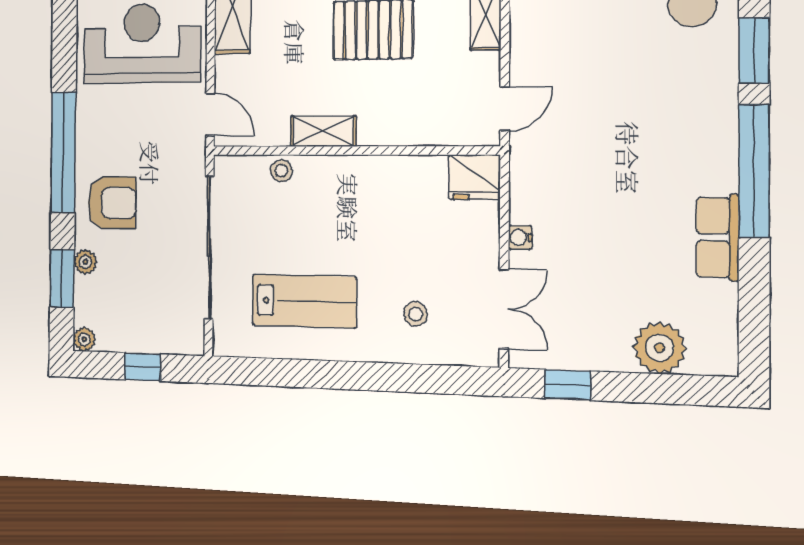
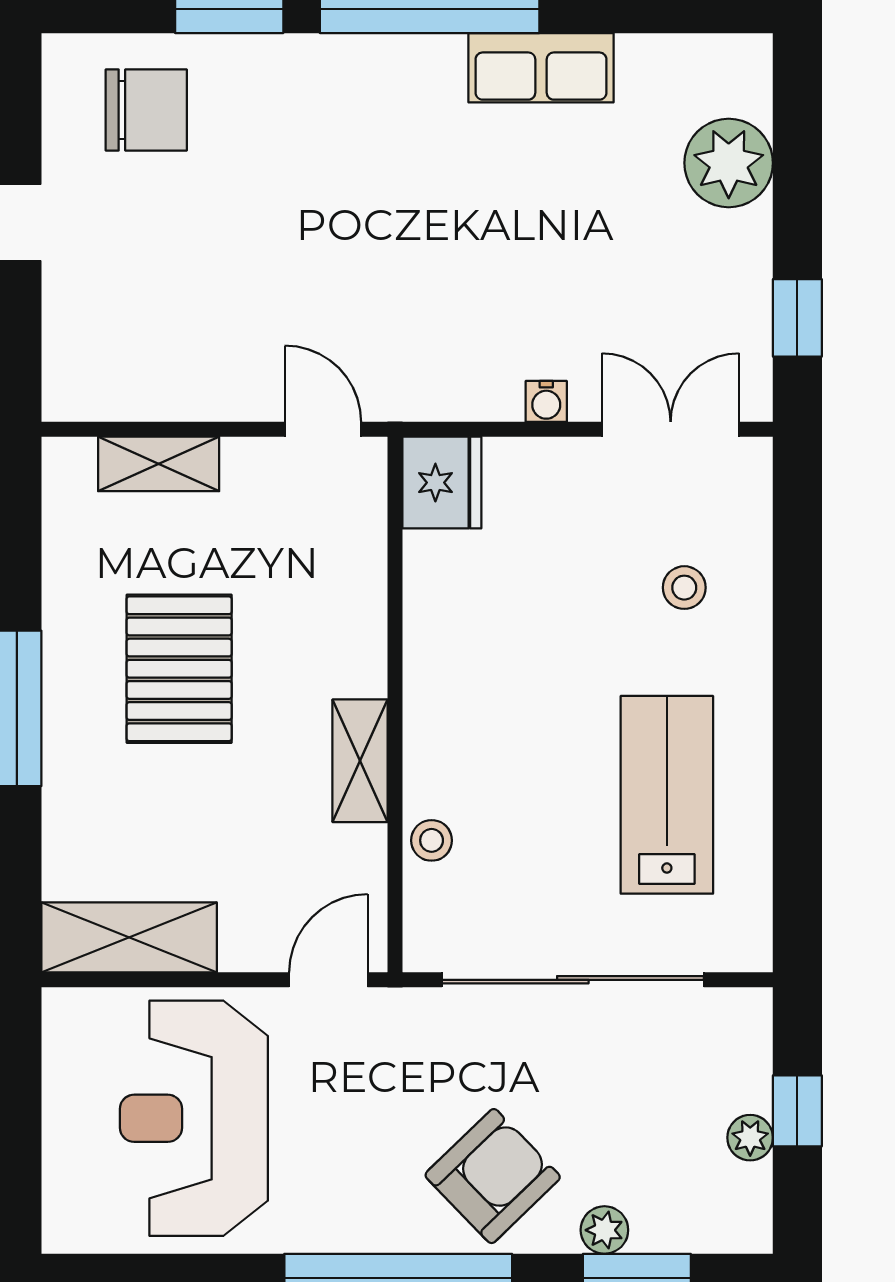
armchair: (112, 203) -> (493, 1176), turned 46
plant: (84, 339) -> (750, 1138), moved

